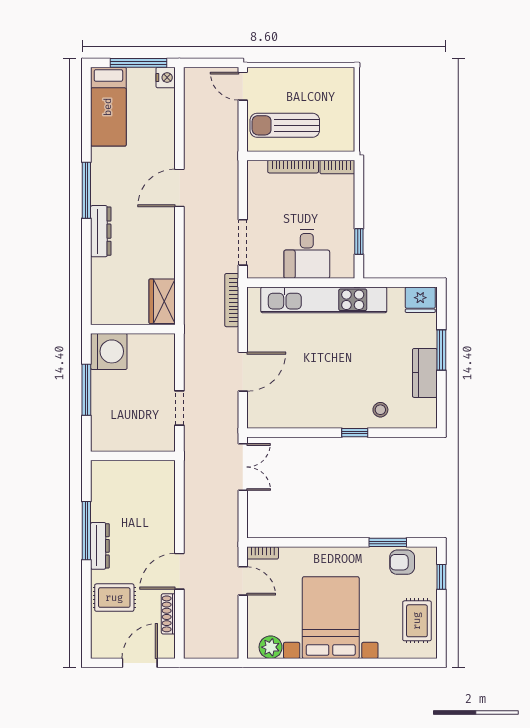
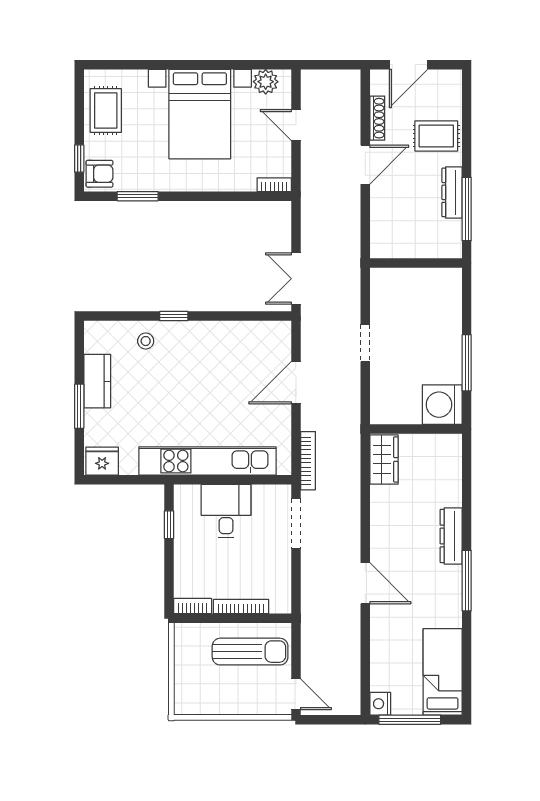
door: (179, 188) -> (365, 583), hinge flipped
wall: (133, 456) -> (416, 263), moved
armchair: (402, 562) -> (99, 174), moved
door: (243, 581) -> (296, 125), moved

